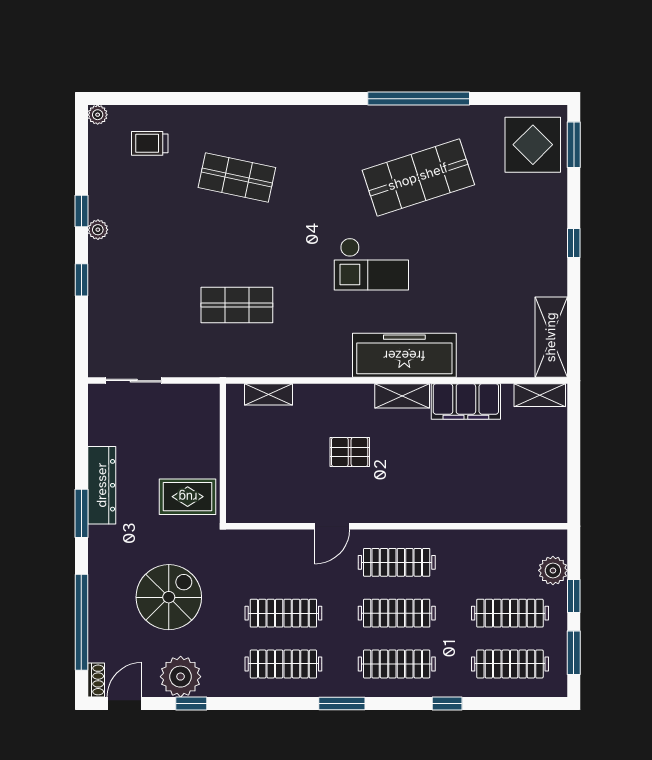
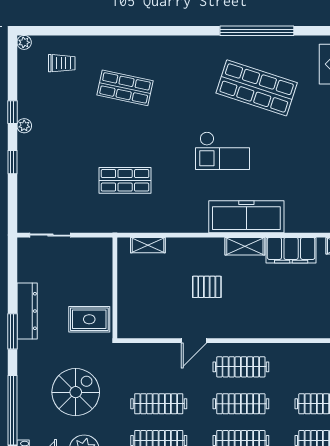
trolley: (150, 143) -> (62, 63), turned 180
shop shelf: (418, 177) -> (257, 88), turned 36

